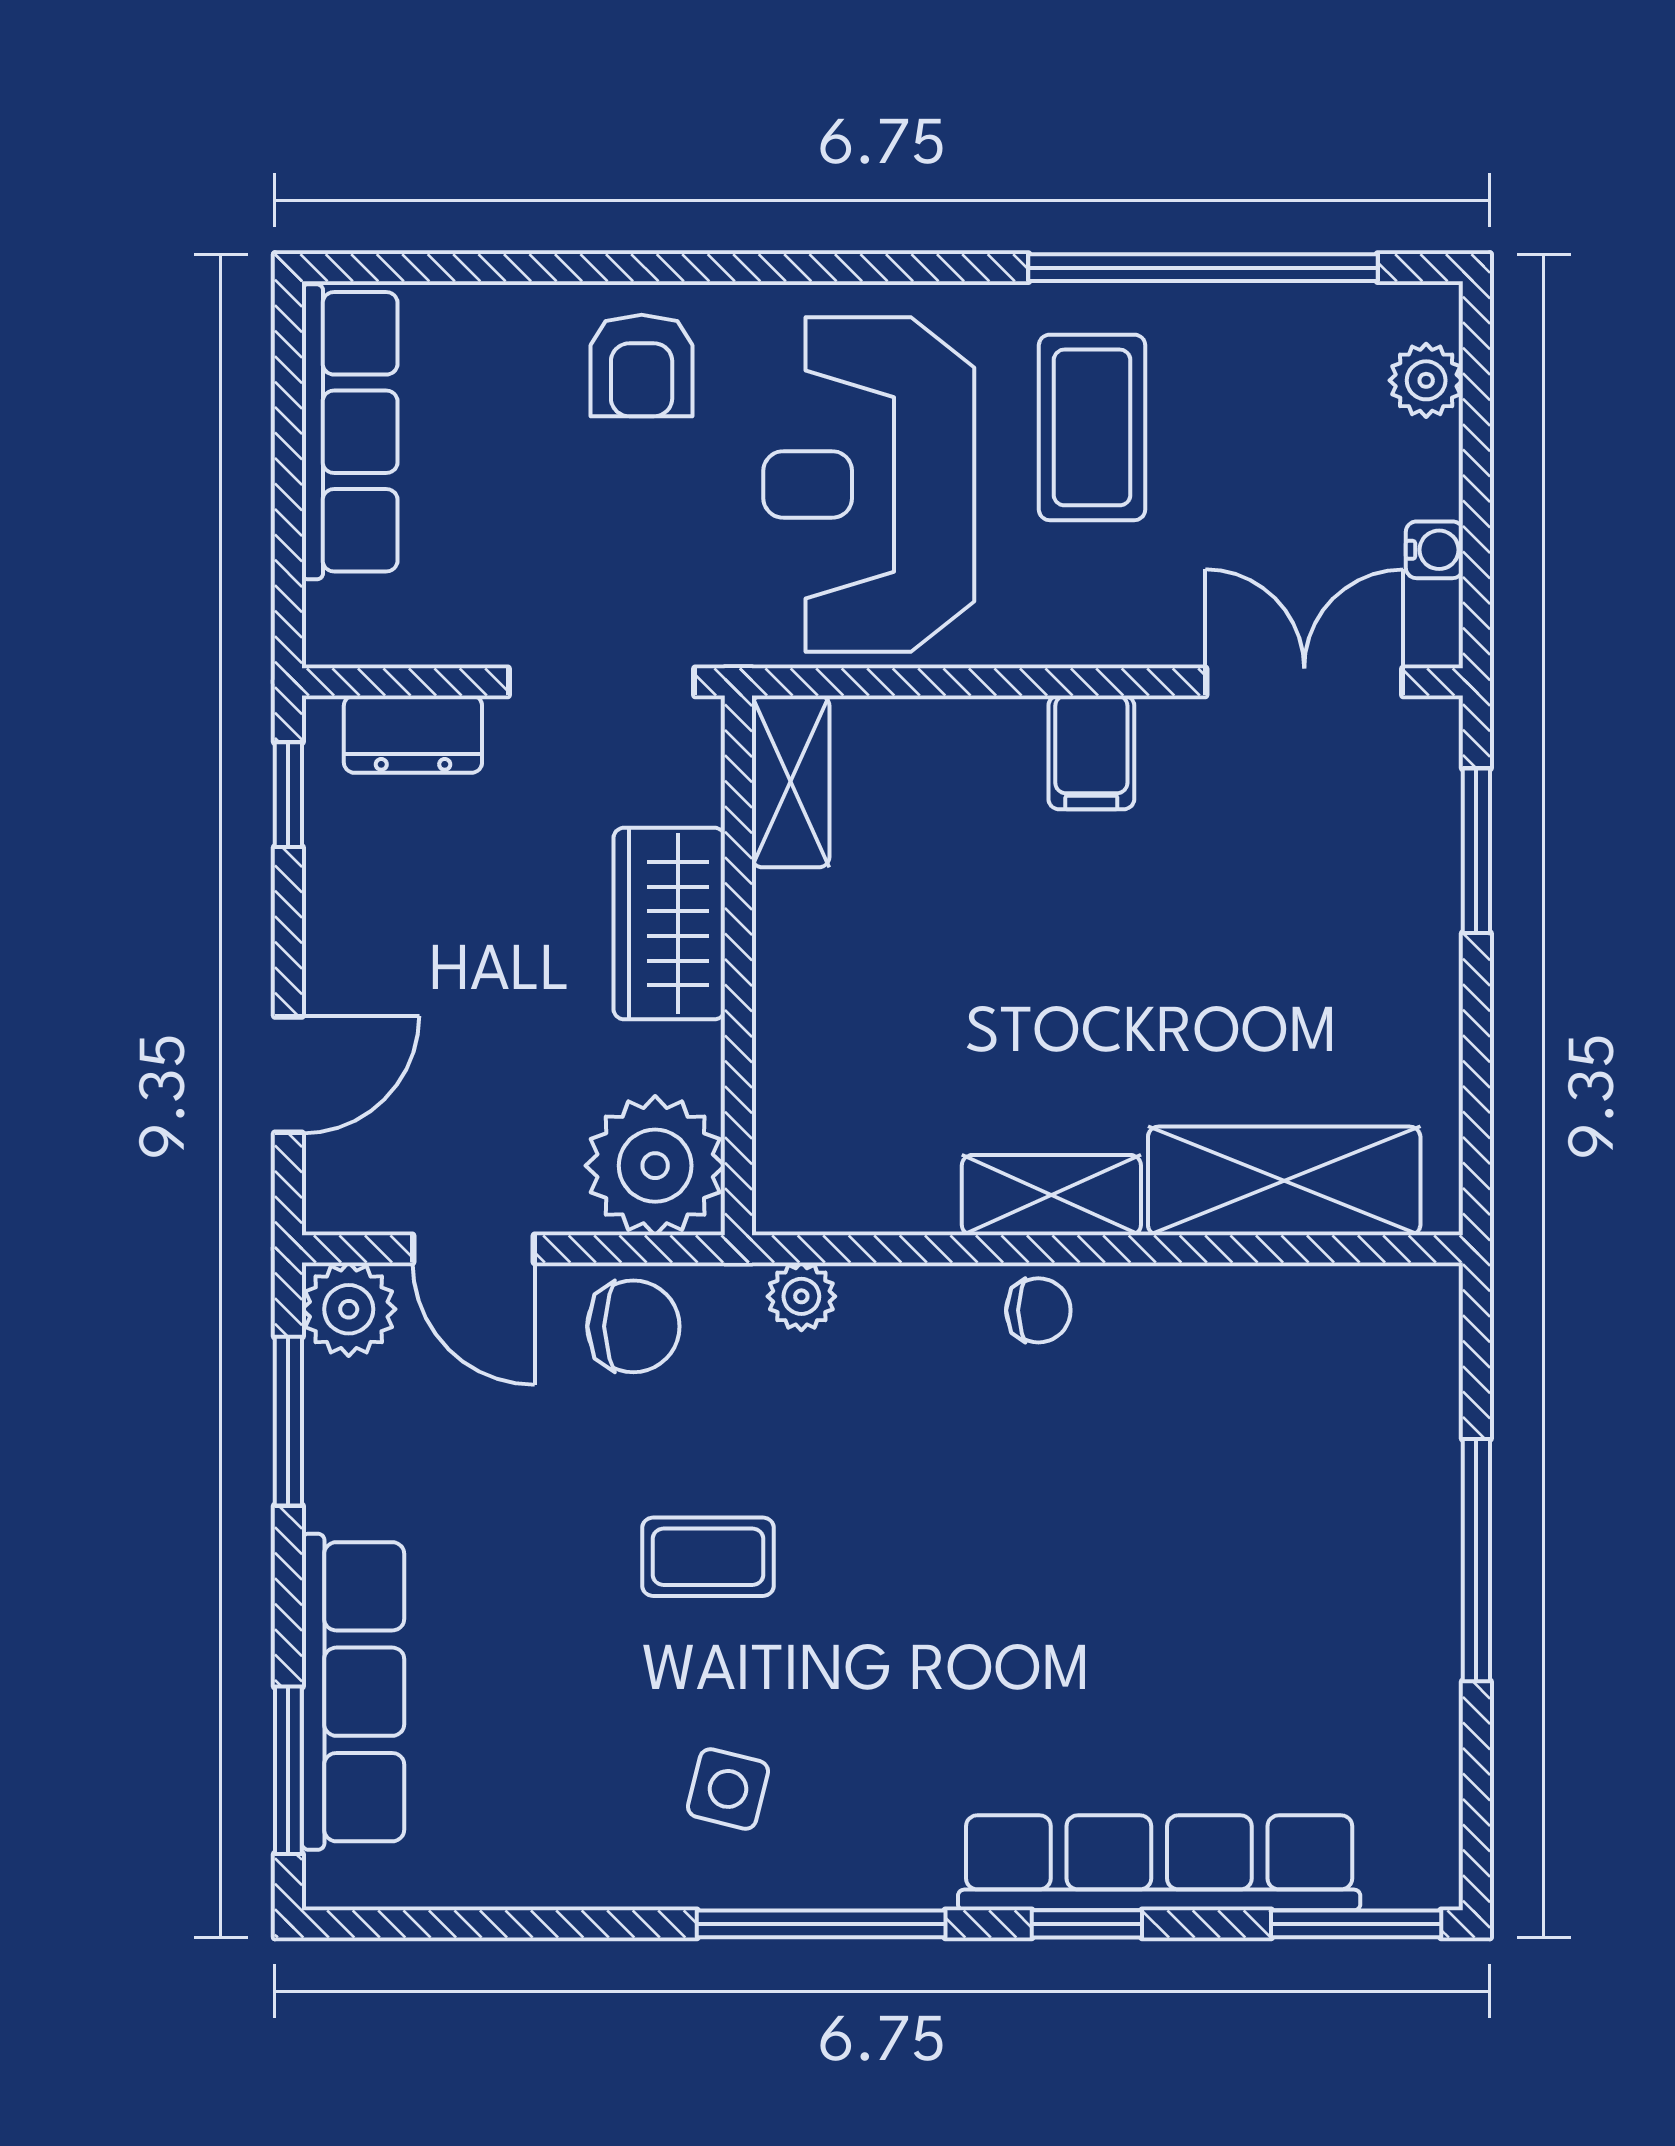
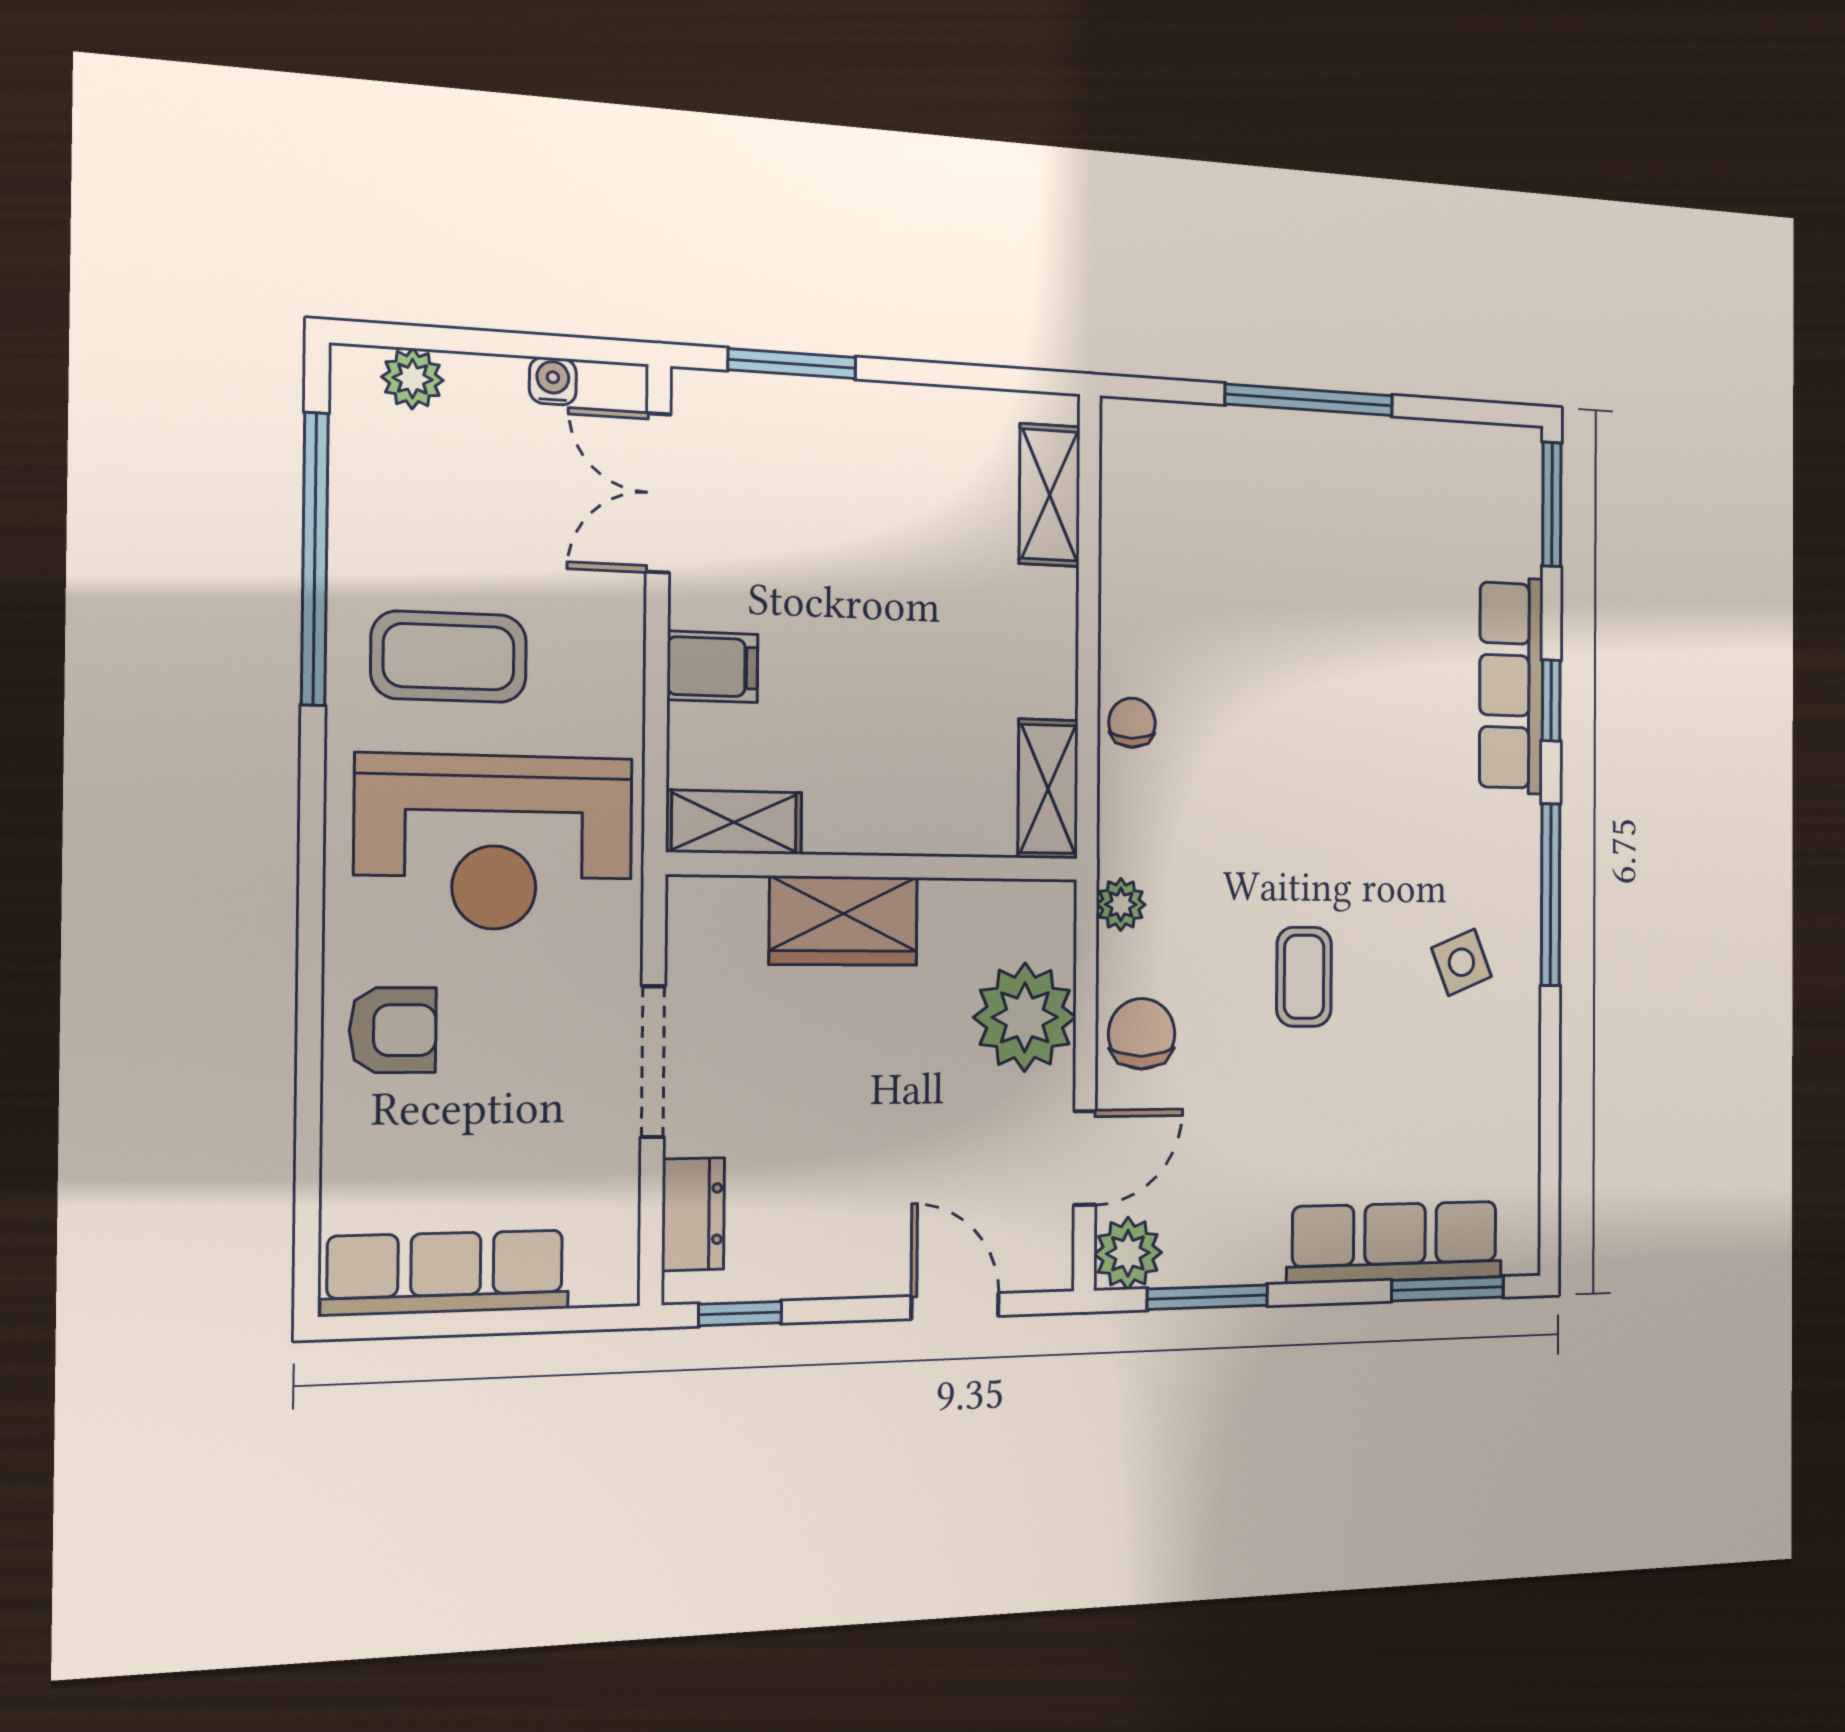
shelving: (791, 781) -> (734, 822), moved
wardrobe: (669, 924) -> (844, 921), moved
wall: (738, 965) -> (876, 866), moved
shelving: (1284, 1181) -> (1050, 495), width x0.67, depth x0.75
shelving: (1051, 1195) -> (1048, 789), moved
side table: (728, 1789) -> (1461, 962), turned -36
row of seats: (1159, 1863) -> (1511, 685), width x0.73

